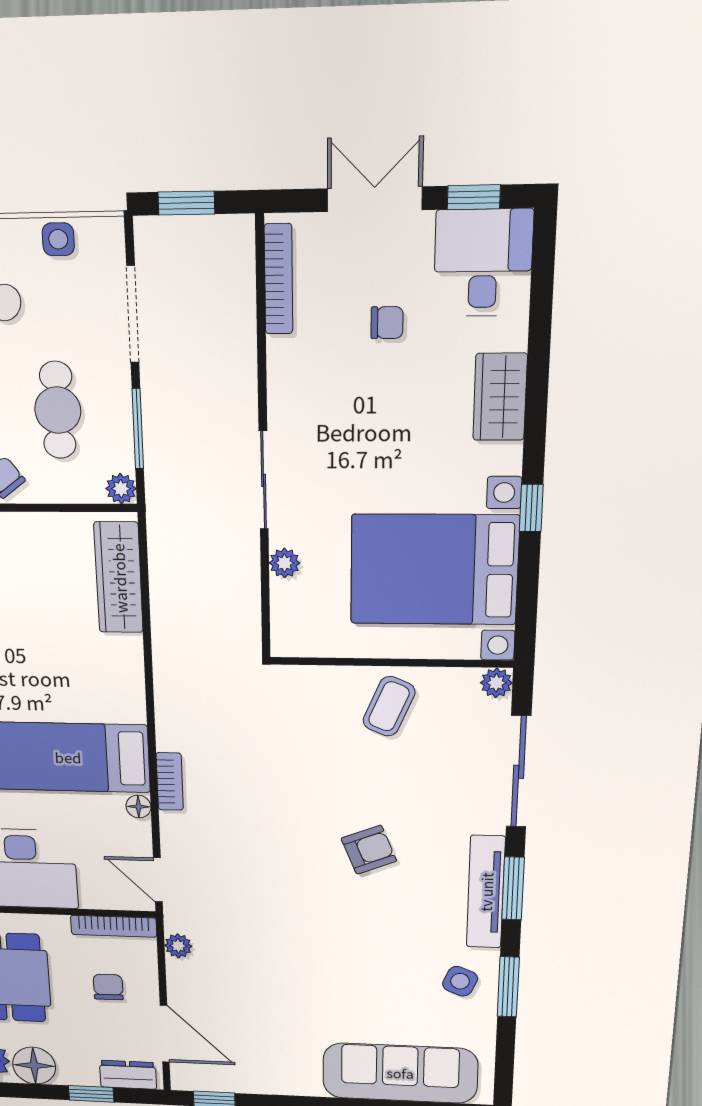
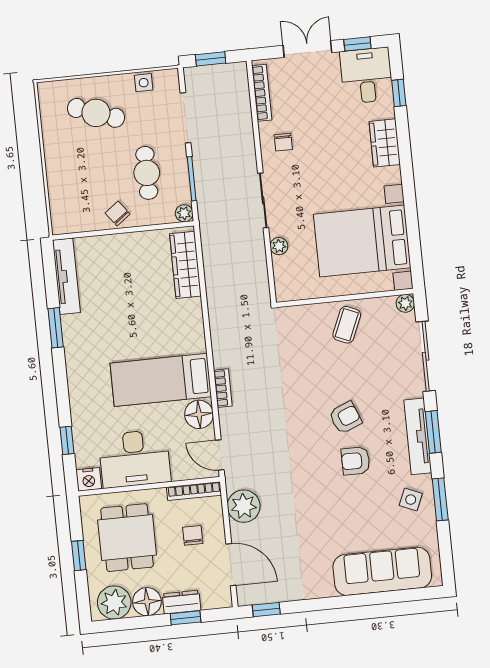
chair: (387, 323) -> (283, 142), moved, turned 90
window: (531, 508) -> (399, 93), moved
floor lamp: (138, 807) -> (199, 414), width x1.89, depth x1.89
armchair: (378, 915) -> (356, 461), added
plant: (178, 946) -> (244, 506), width x1.88, depth x1.88
dresser: (128, 1075) -> (182, 602), moved

